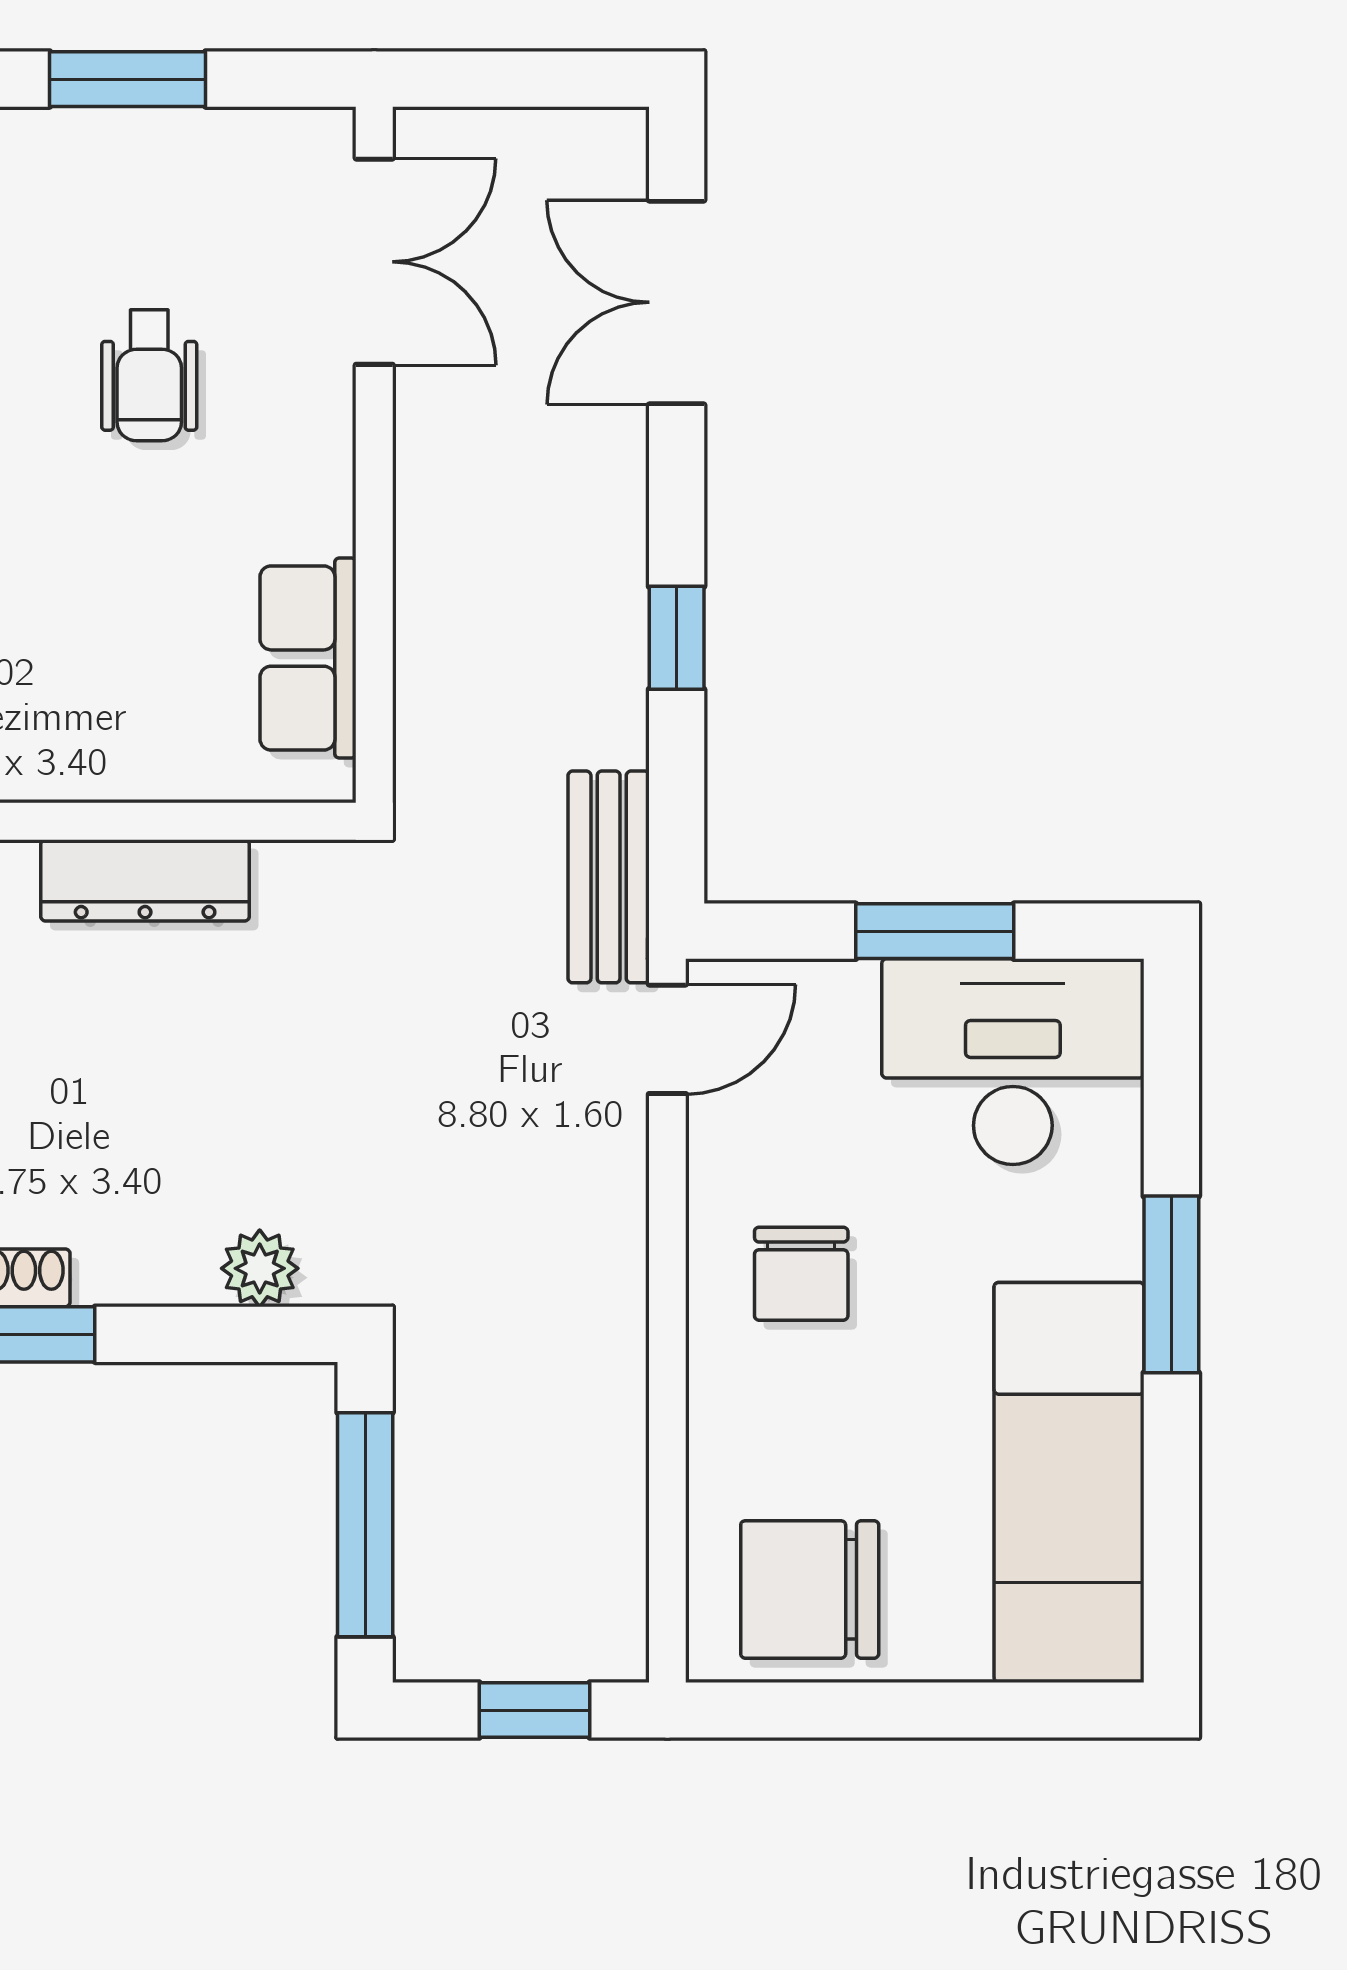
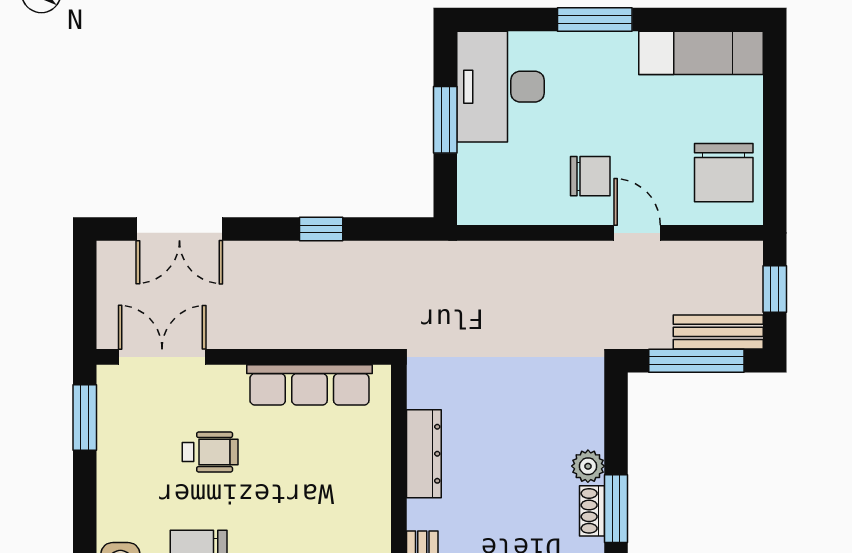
window: (128, 79) -> (85, 418), moved
row of seats: (308, 658) -> (309, 385), width x1.48
bench: (609, 877) -> (718, 332), moved
door: (667, 1039) -> (637, 233), moved
plant: (260, 1268) -> (588, 466), moved
exam couch: (1069, 1482) -> (701, 53), width x0.73, depth x0.69

